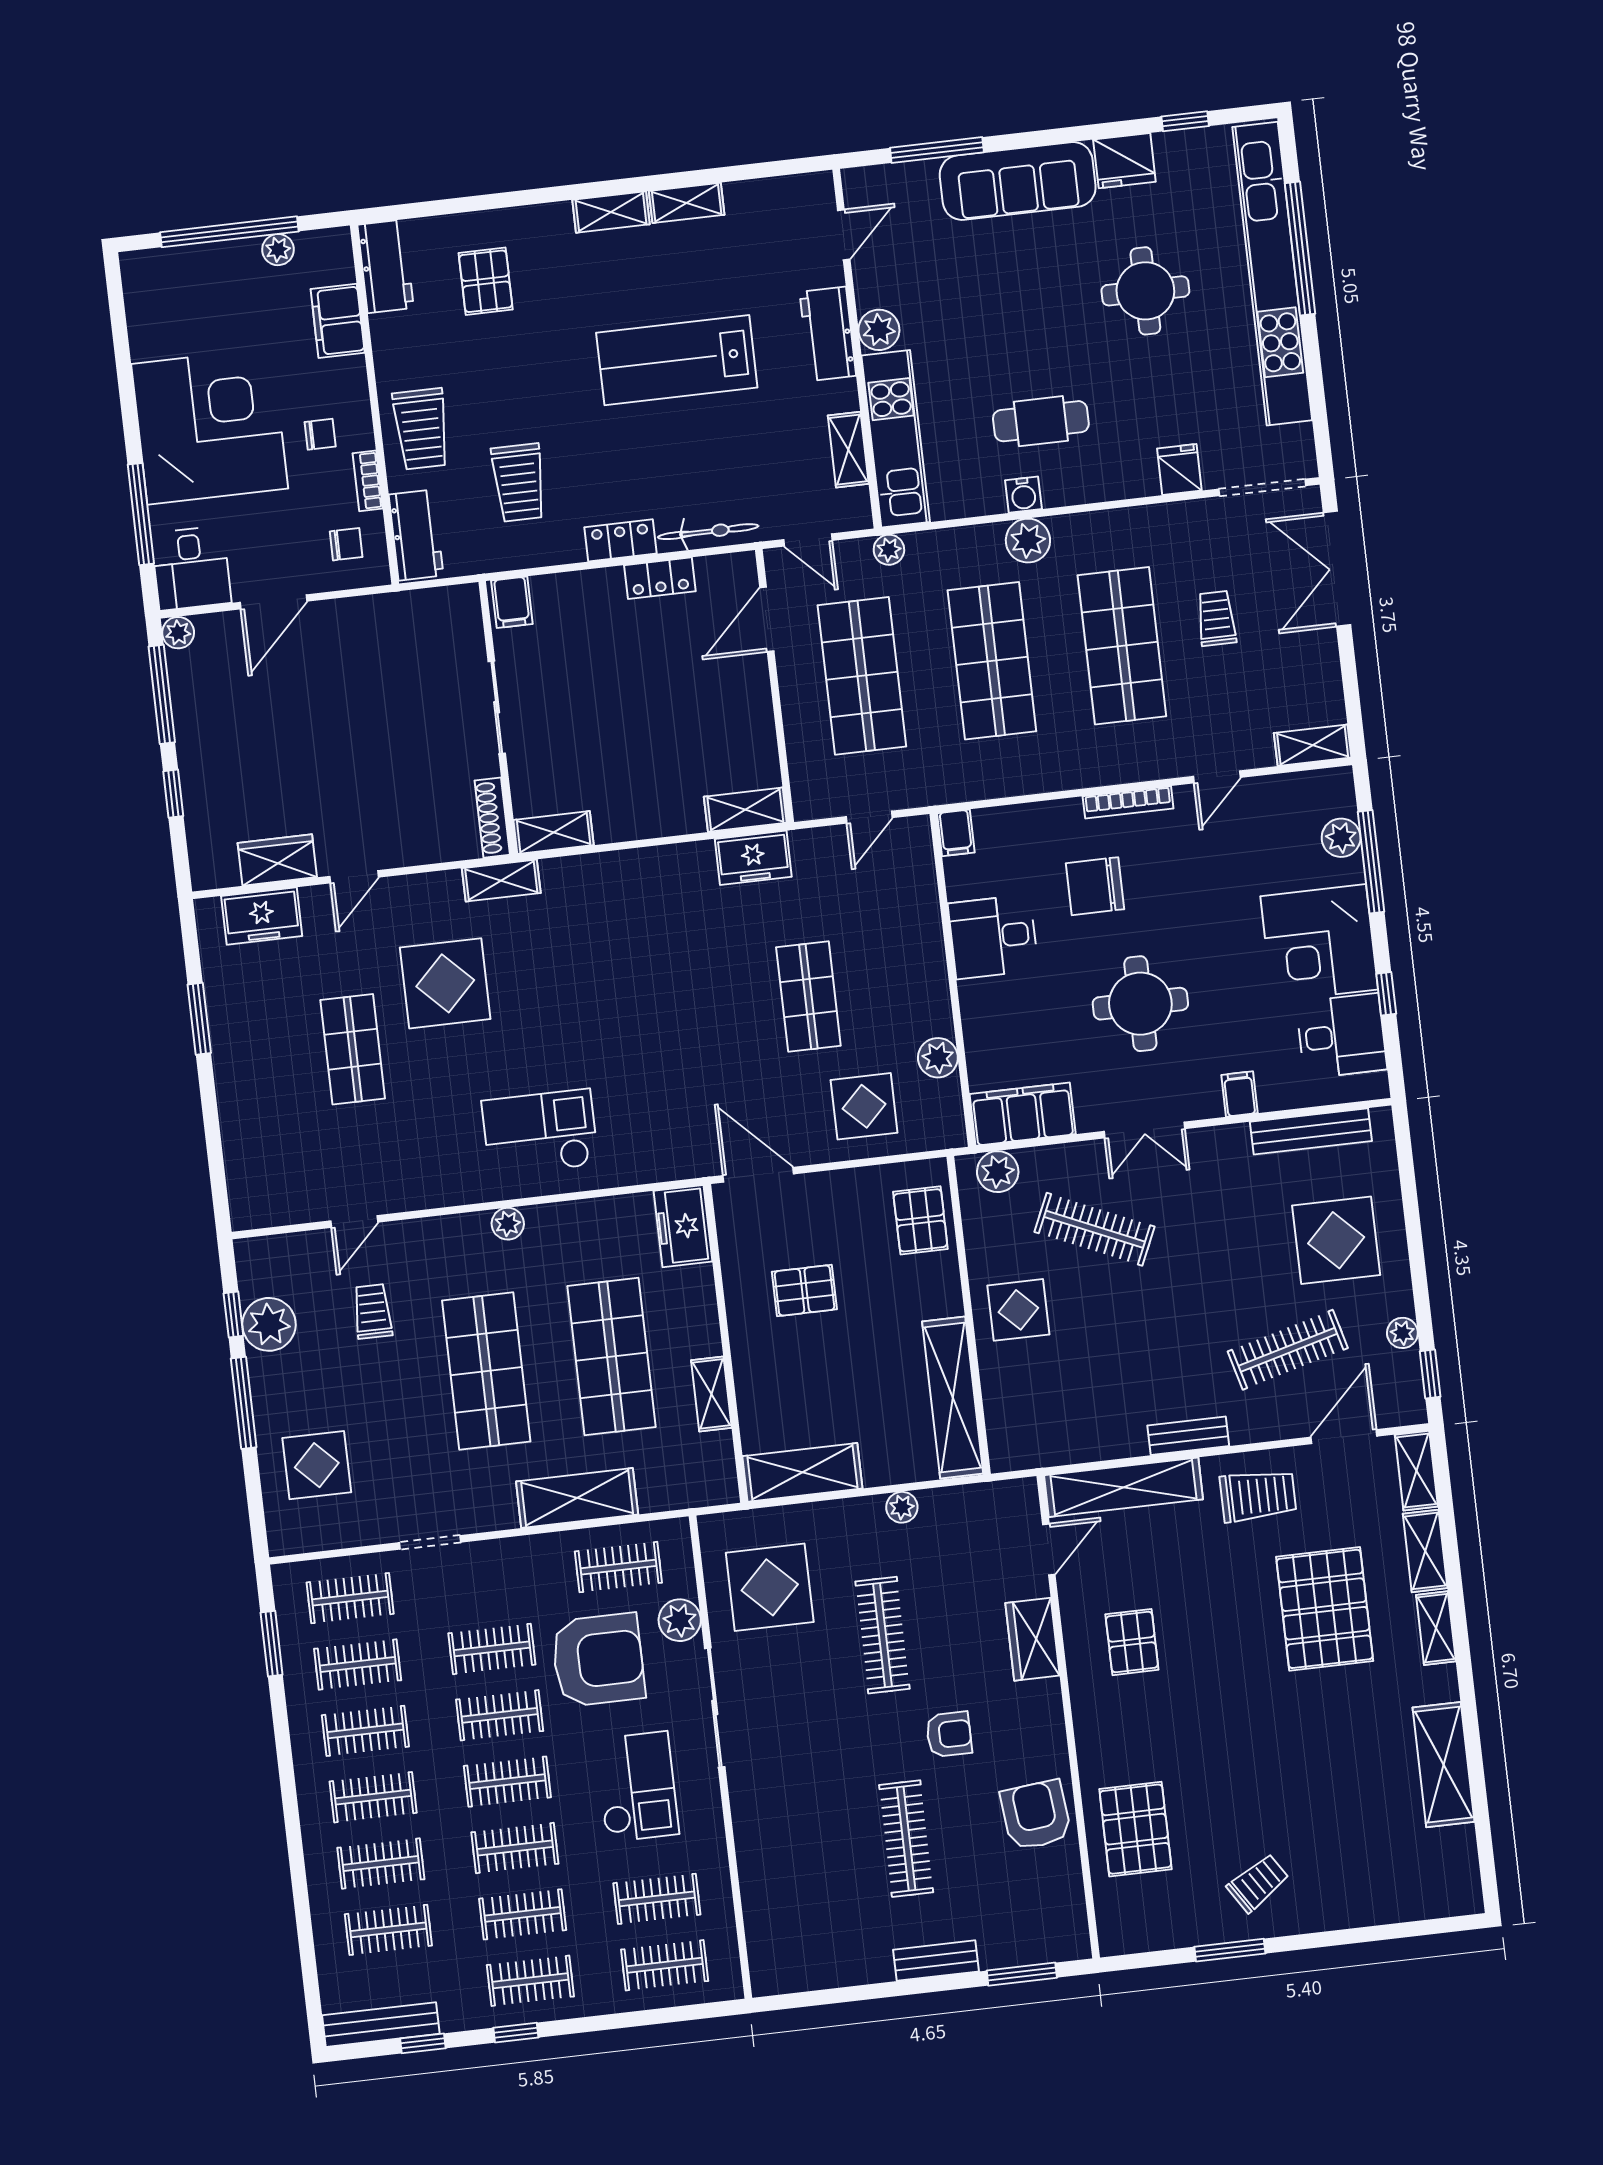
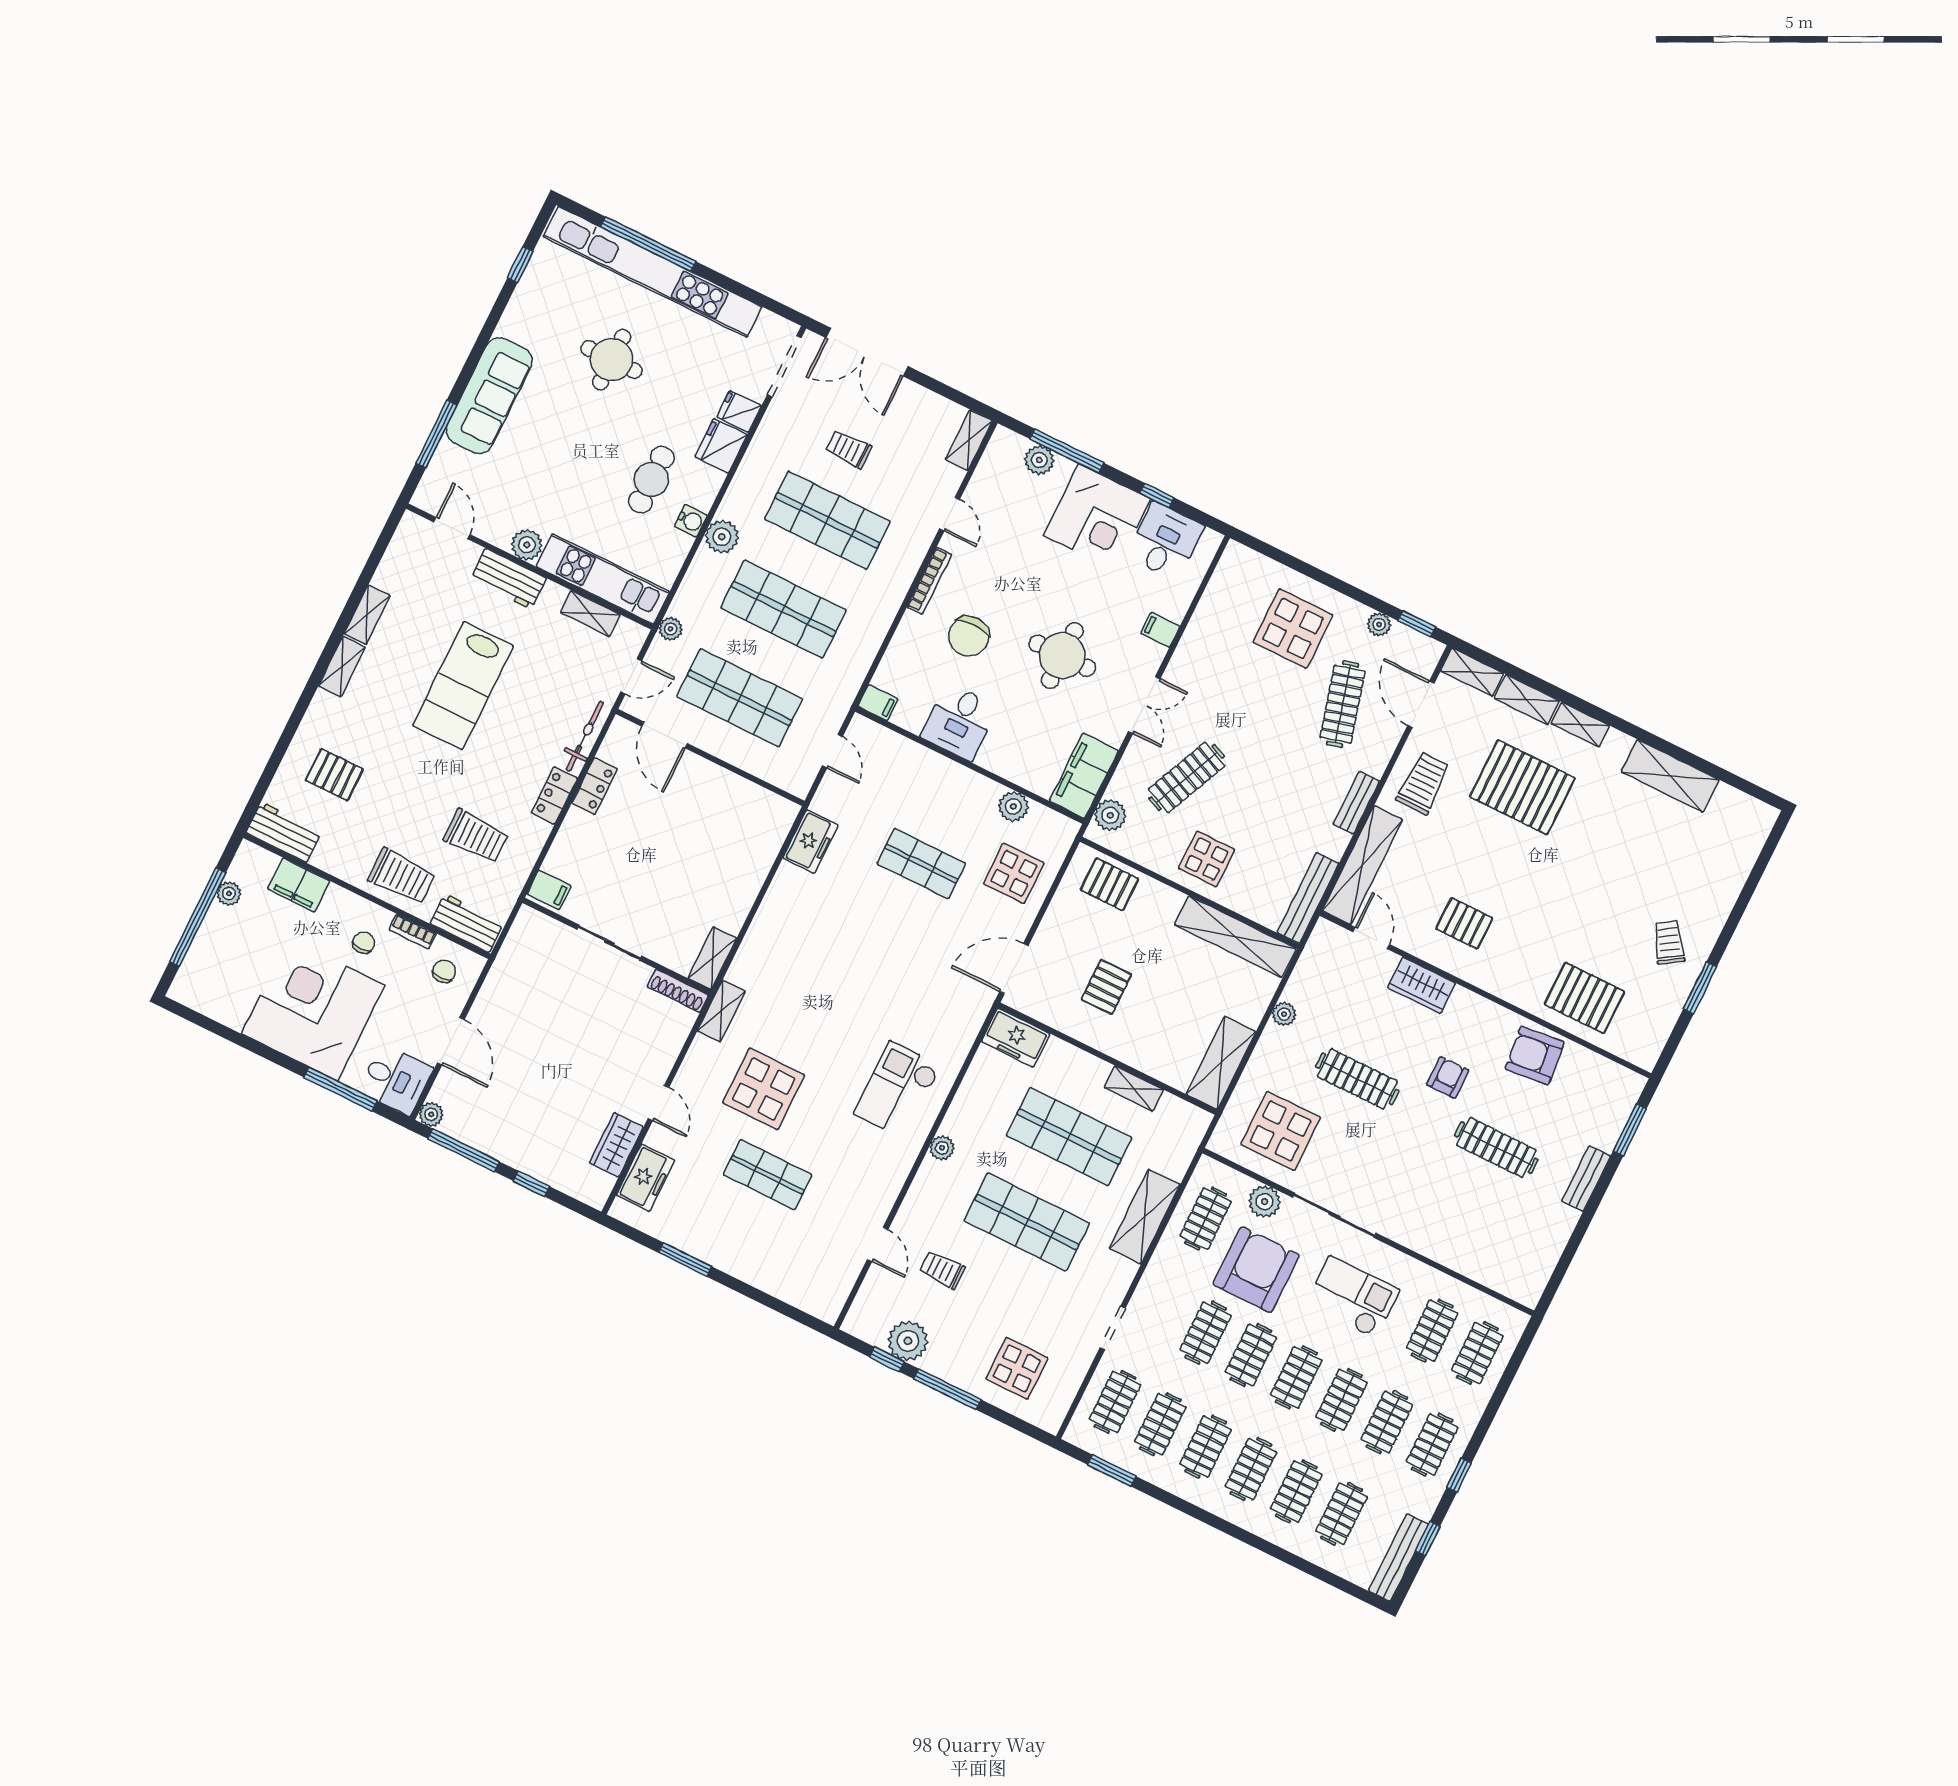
fridge: (1124, 161) -> (721, 446), moved, turned 180
shelving: (745, 810) -> (777, 827), removed
bench: (1311, 1131) -> (1308, 898), moved

